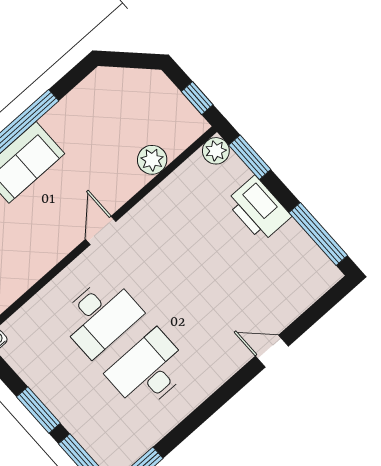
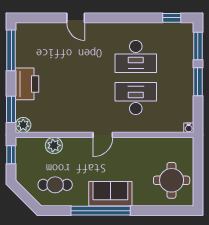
cafe table: (105, 110) -> (55, 185), added

